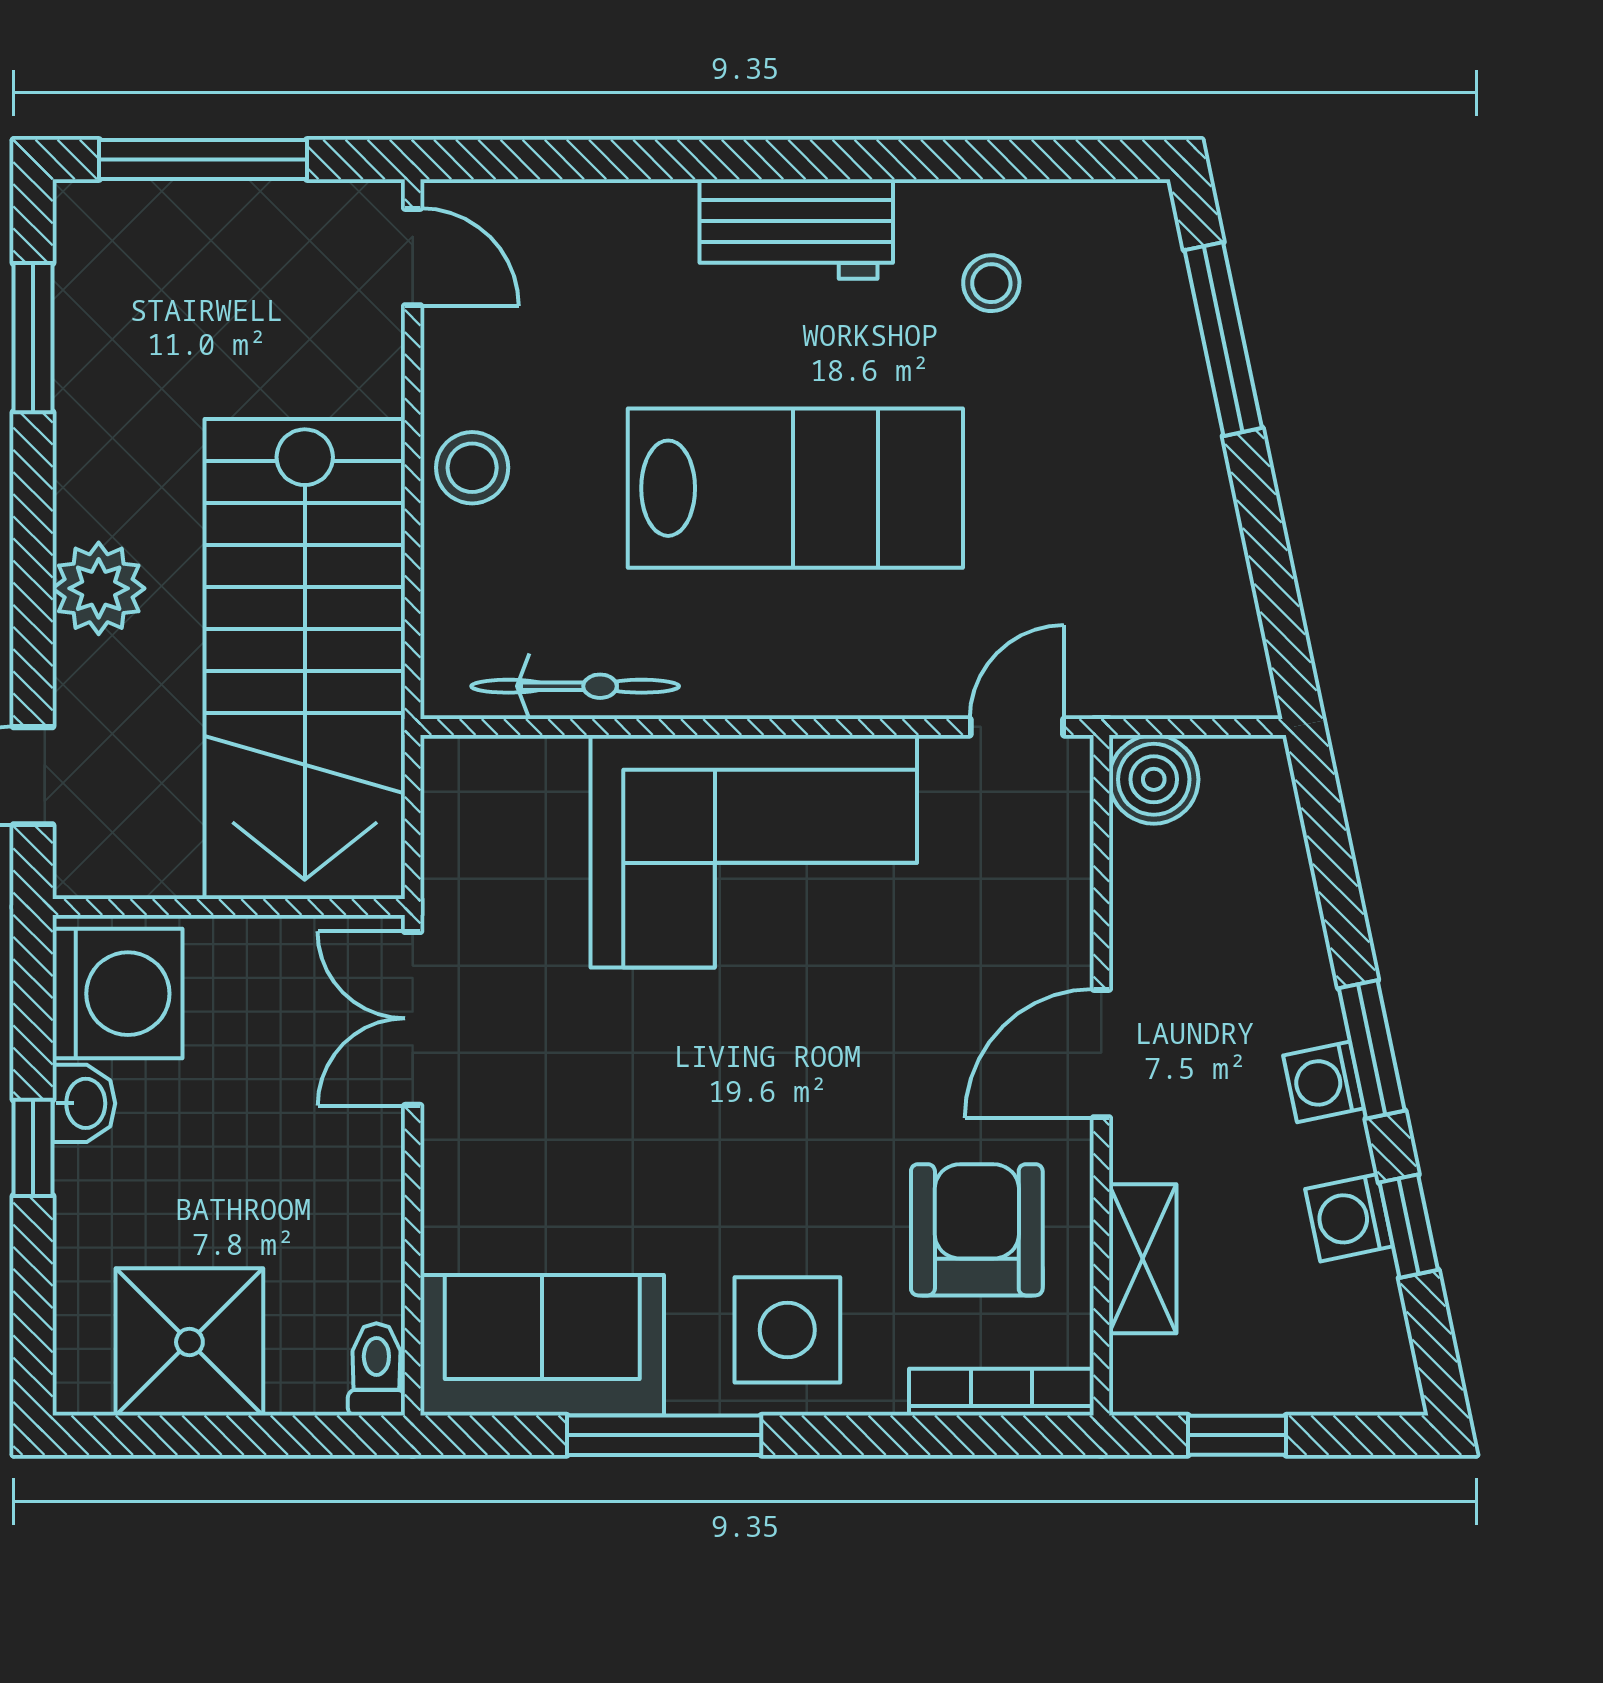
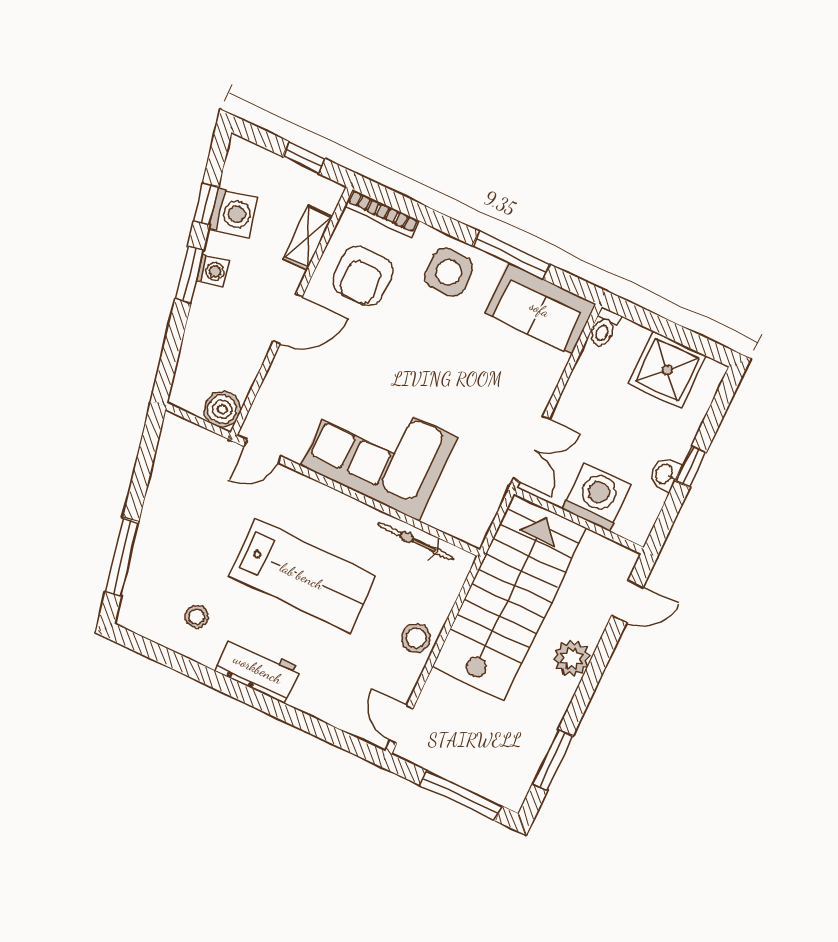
lab bench: (795, 488) -> (302, 576), turned 180
washing machine: (117, 994) -> (597, 497), moved, turned 90
washing machine: (1349, 1218) -> (233, 213), width x1.38, depth x1.38

